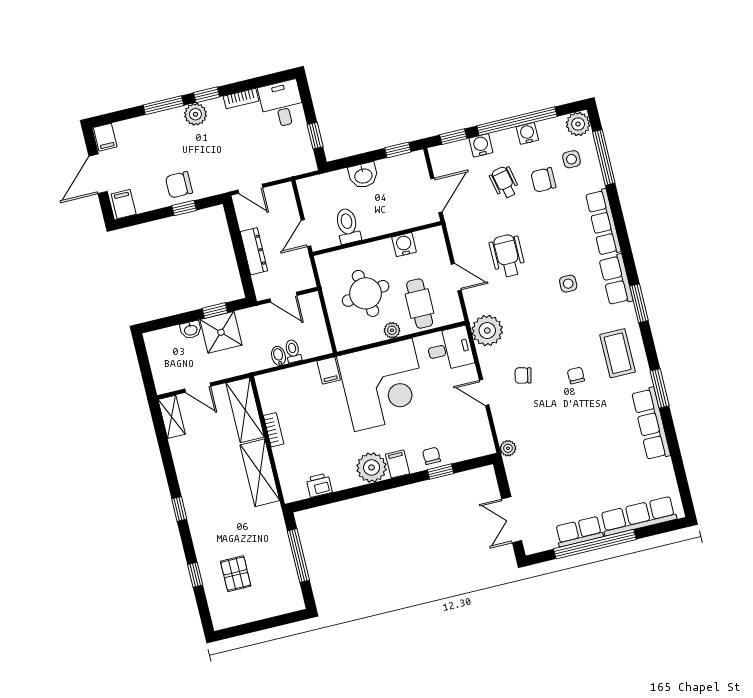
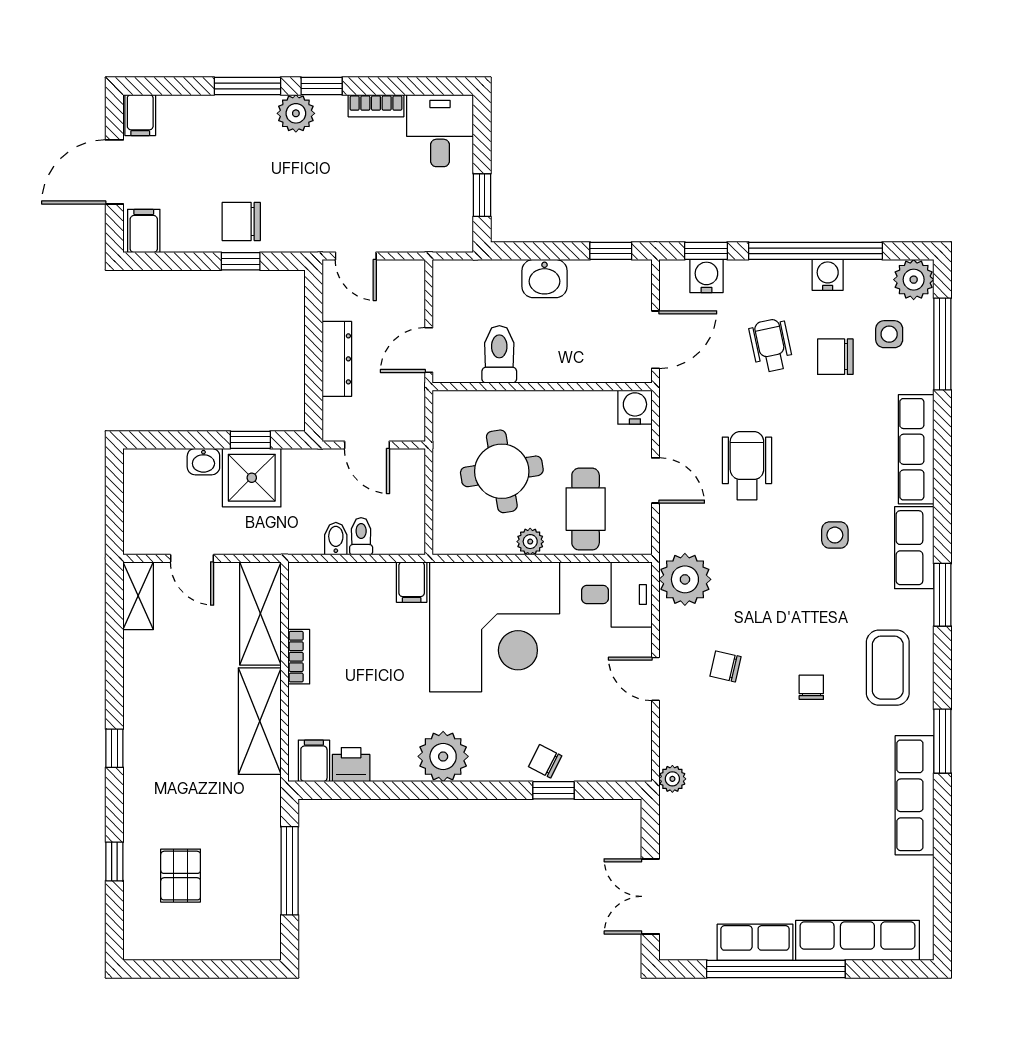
water cooler: (481, 145) -> (706, 276), moved
water cooler: (404, 245) -> (635, 407), moved
chair: (432, 456) -> (545, 761), turned -63
filing cabinet: (397, 464) -> (314, 761), moved

